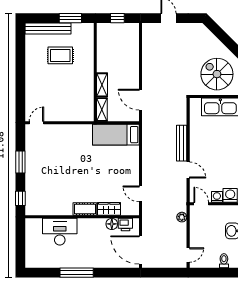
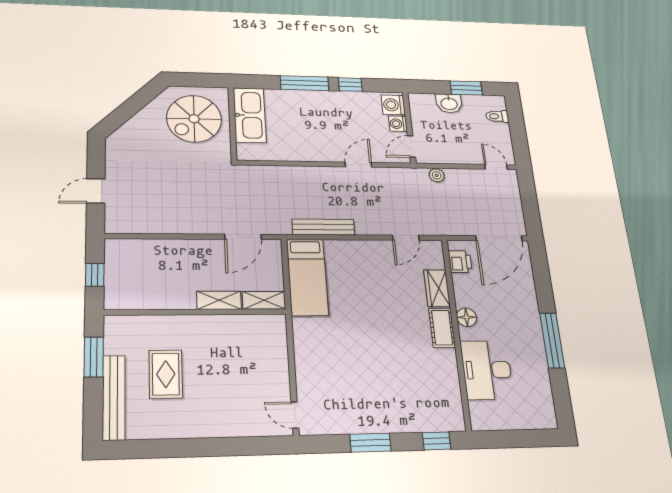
bench: (182, 143) -> (323, 227), moved
floor lamp: (112, 224) -> (467, 317), moved

